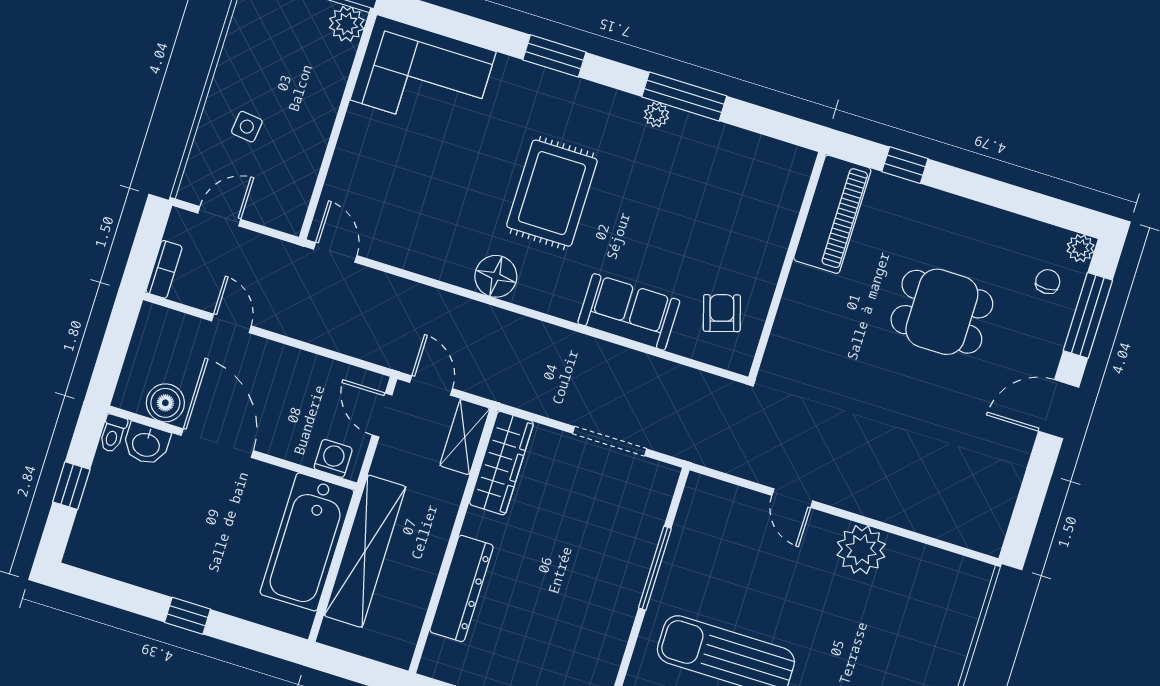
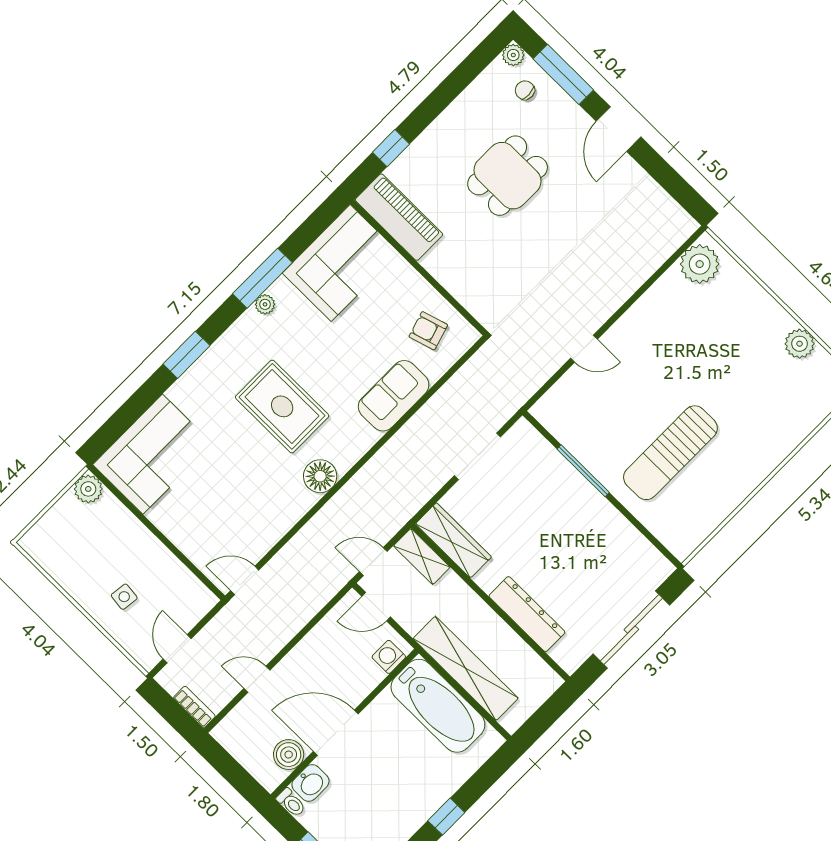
corner sofa: (747, 175) -> (341, 263), added
plant: (861, 550) -> (700, 264), moved

